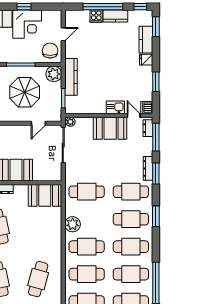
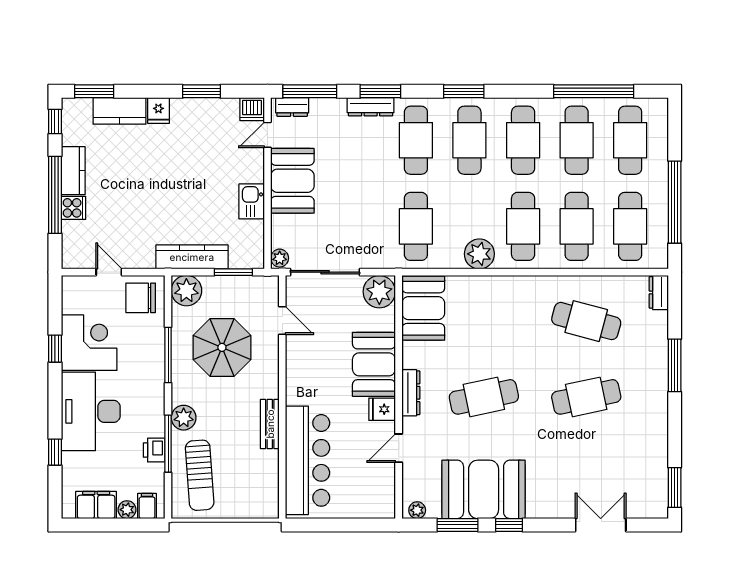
kitchen sink: (115, 107) -> (252, 201), moved
plant: (53, 173) -> (379, 292), added

